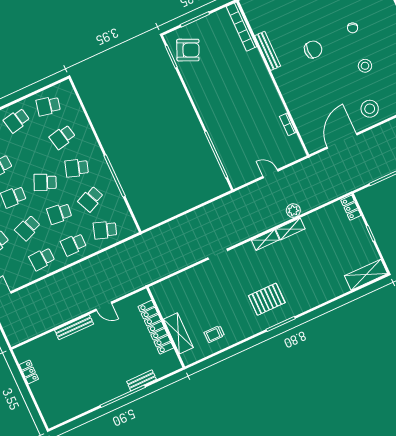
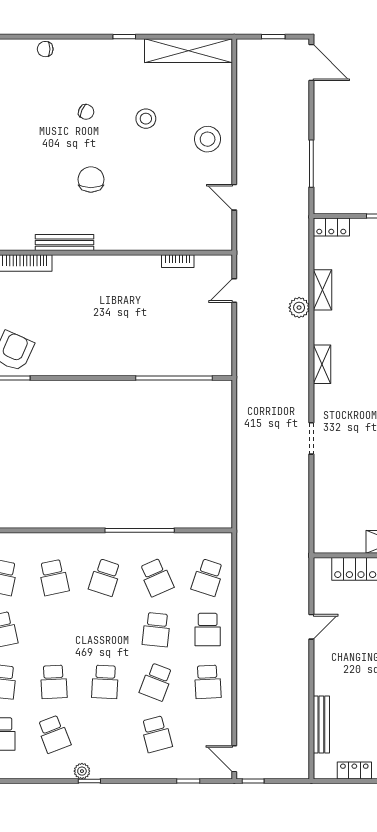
door: (342, 141) -> (234, 197), width x0.53
door: (270, 174) -> (234, 290), moved
school desk: (45, 182) -> (105, 630), removed
school desk: (28, 228) -> (156, 682), turned 42
shelving: (290, 229) -> (322, 290), moved
bench: (74, 327) -> (321, 725), moved

